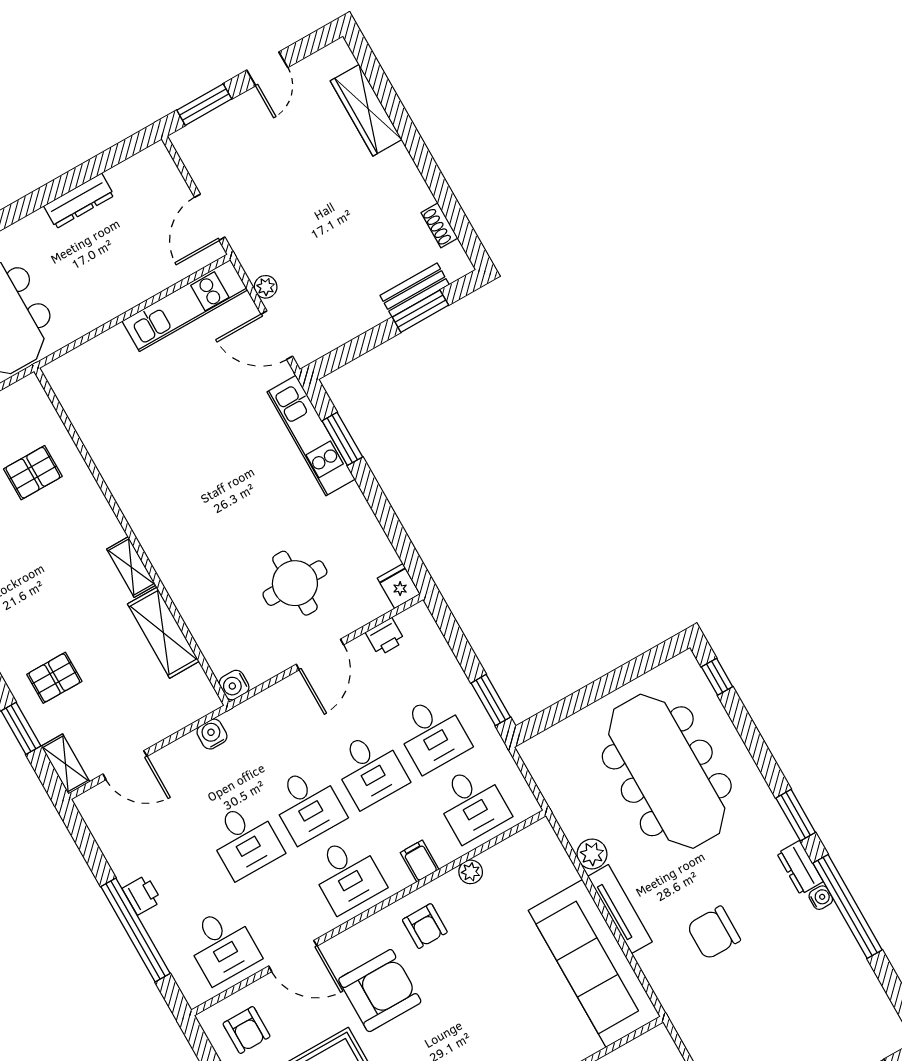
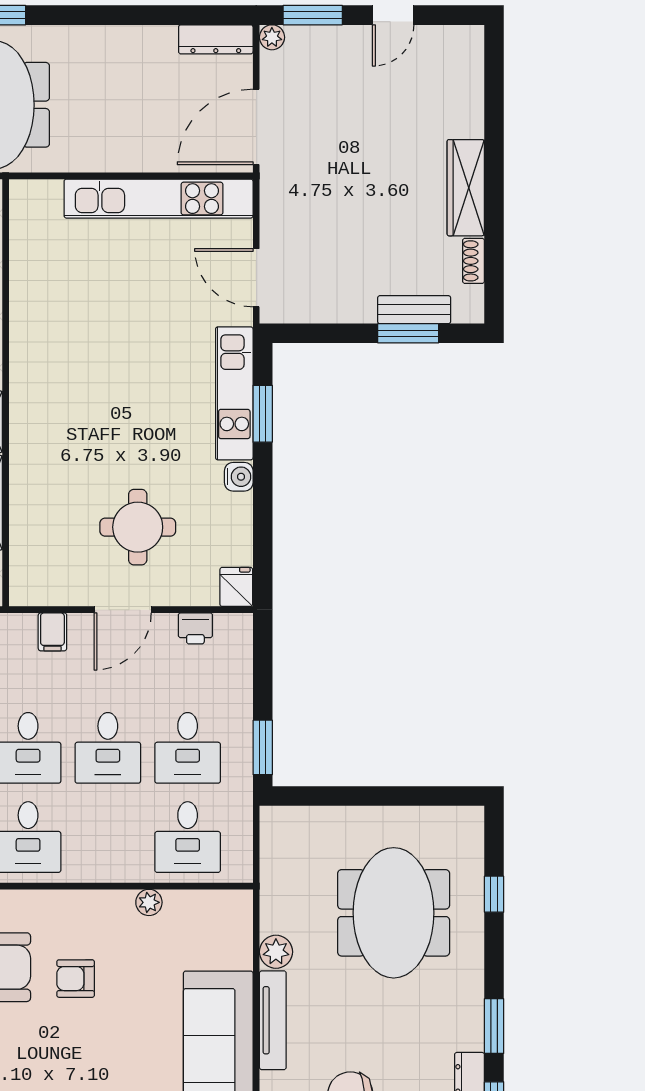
wardrobe: (366, 110) -> (466, 188), moved
dresser: (79, 201) -> (216, 39), moved
door: (210, 217) -> (256, 127), width x1.36
plant: (266, 287) -> (272, 37), moved
kitchen unit: (185, 305) -> (159, 199), width x1.36
window: (717, 677) -> (494, 894), moved
water cooler: (234, 685) -> (239, 477), moved, turned 180
meeting table: (667, 771) -> (394, 913), width x0.73
filing cabinet: (420, 861) -> (52, 632), moved, turned 180
armchair: (425, 926) -> (76, 979), moved, turned 90

